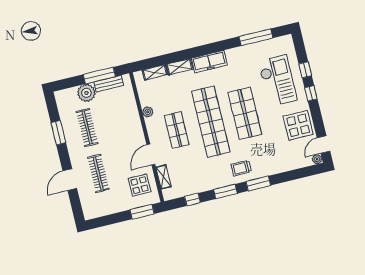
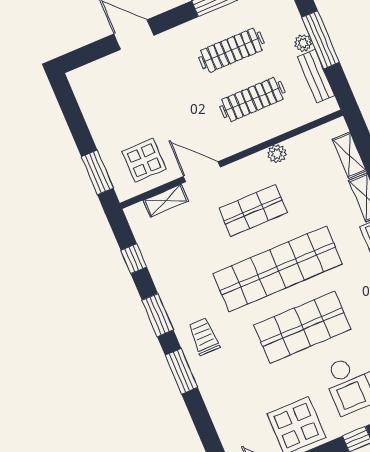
window: (99, 75) -> (321, 40), moved
plant: (86, 93) -> (303, 43), width x0.53, depth x0.53
clothes rail: (98, 173) -> (252, 99), moved

